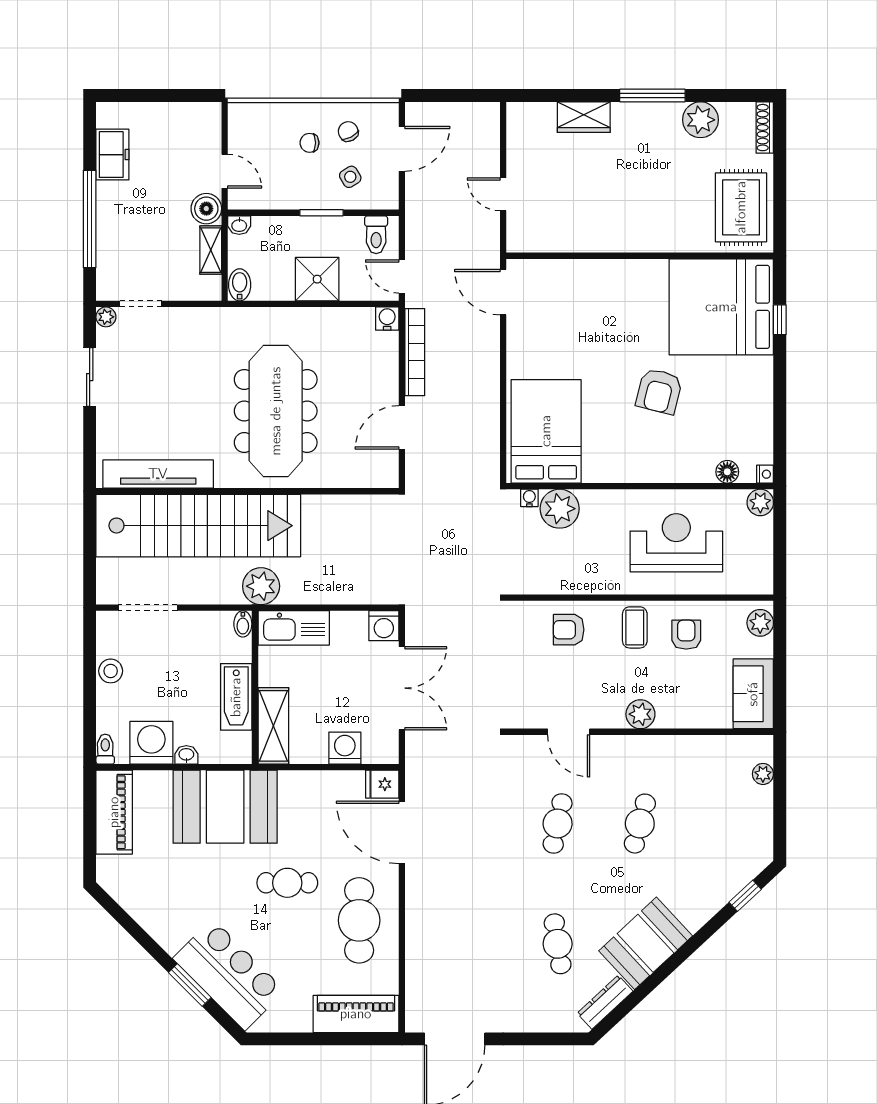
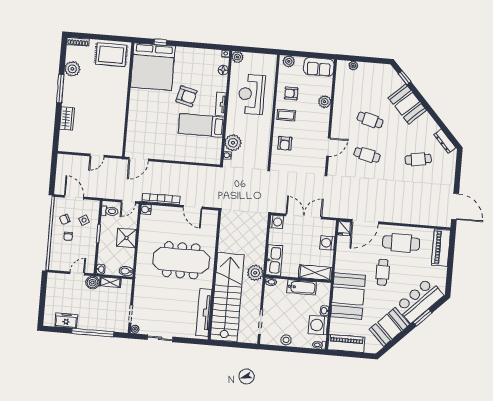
bed: (546, 431) -> (201, 125), moved, width x0.67
tv unit: (647, 473) -> (221, 104), added
plant: (640, 714) -> (325, 102), moved
booth: (161, 910) -> (390, 327), added
booth: (646, 943) -> (407, 104), moved

